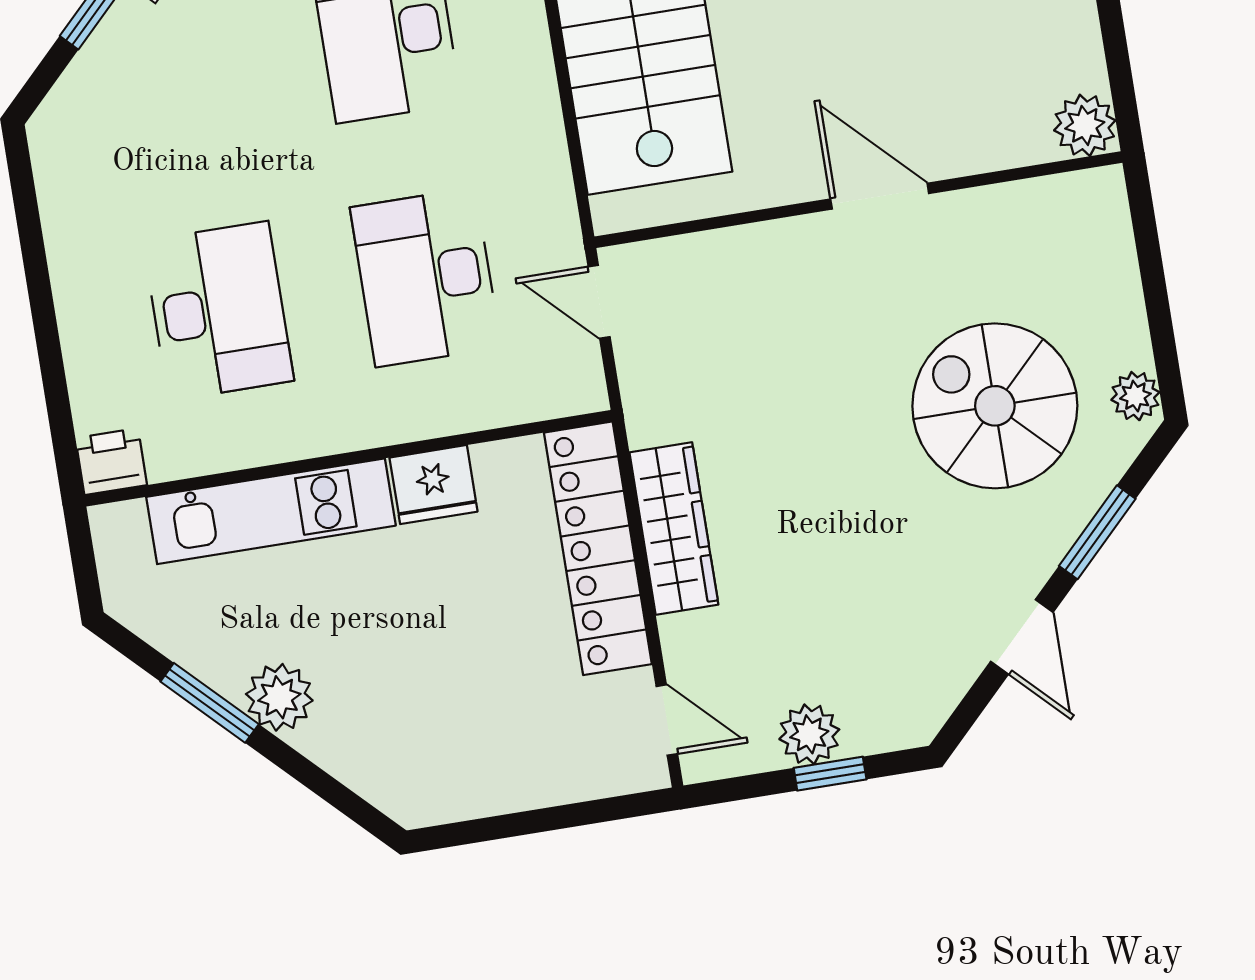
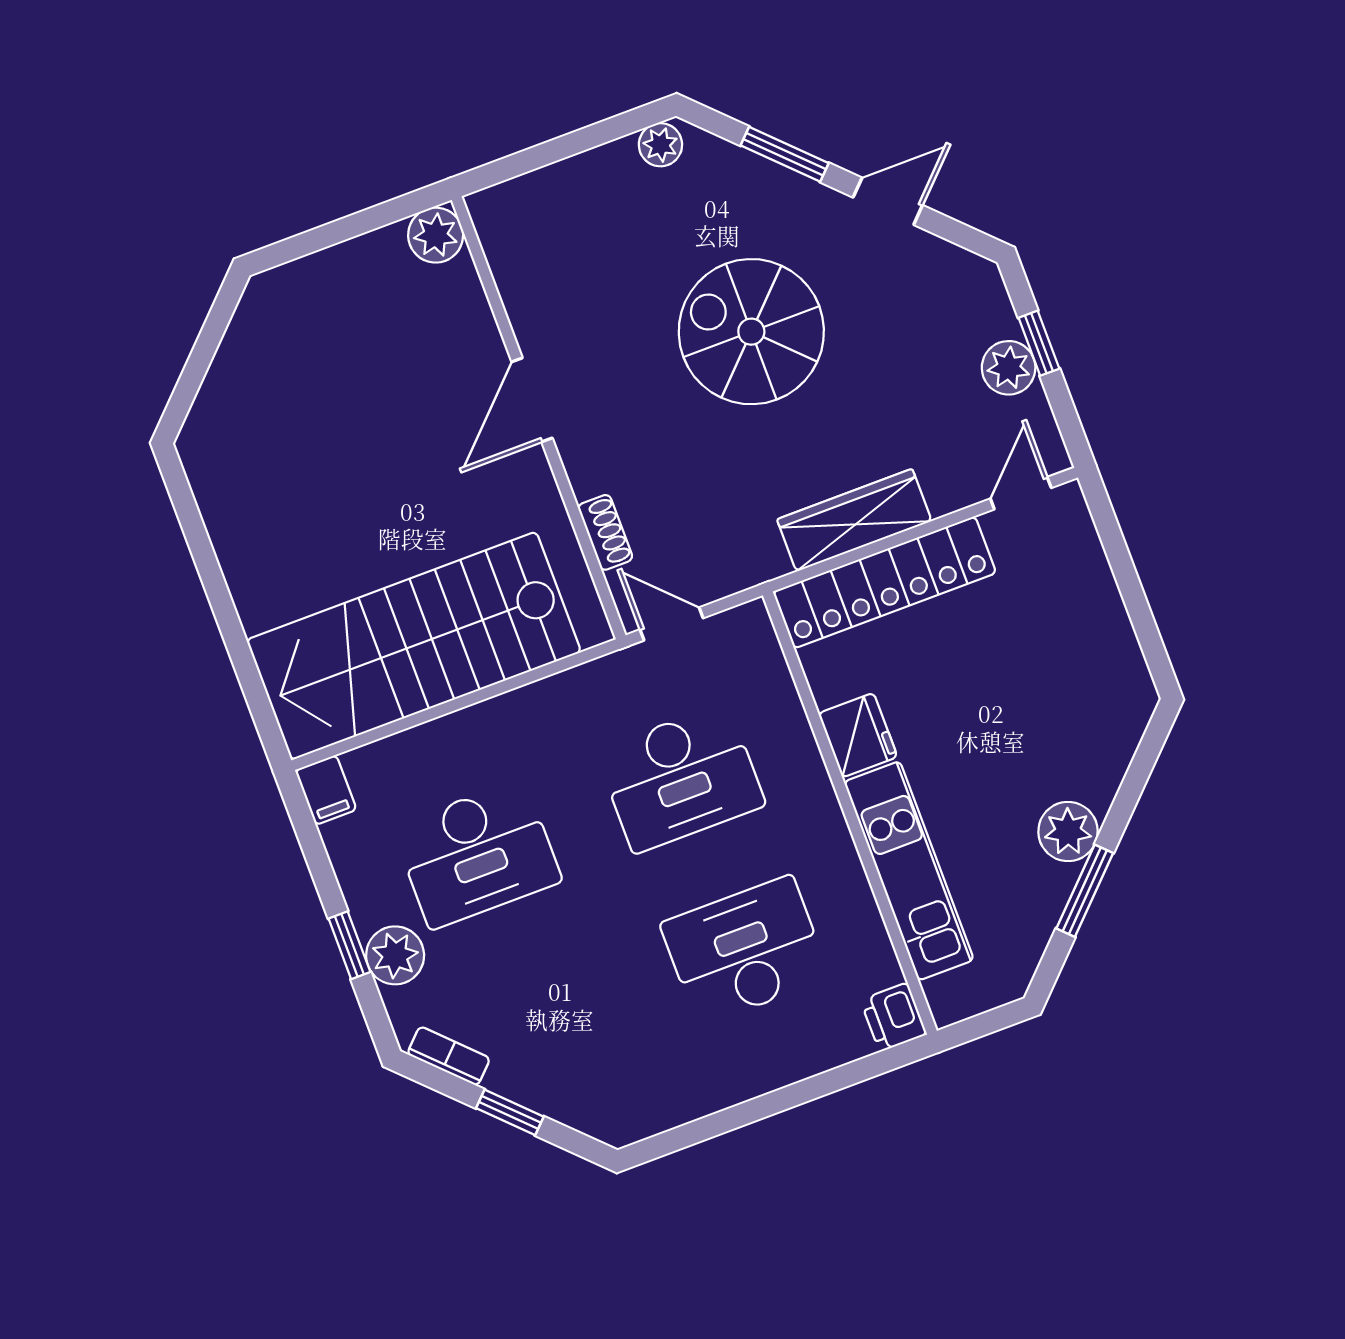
shoe rack: (716, 248) -> (605, 532), added
door: (599, 302) -> (672, 624), swing flipped
spiral stairs: (995, 406) -> (751, 332), moved, turned 90

